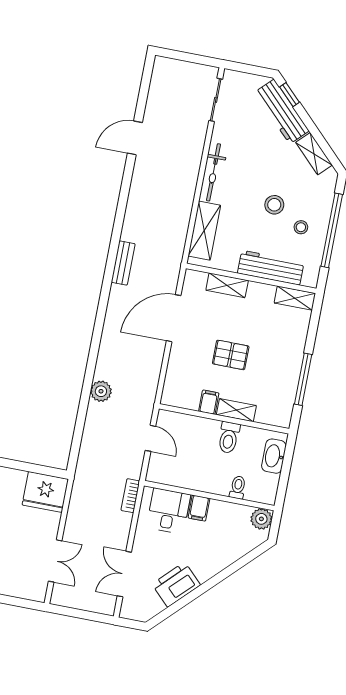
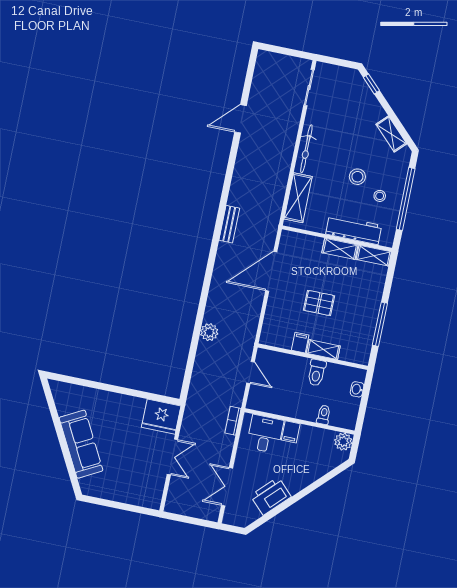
workbench: (282, 111) -> (365, 98), removed
shelving: (227, 285) -> (340, 249), moved
washbasin: (274, 456) -> (357, 389), width x0.52, depth x0.69
double door: (55, 561) -> (172, 457), moved

